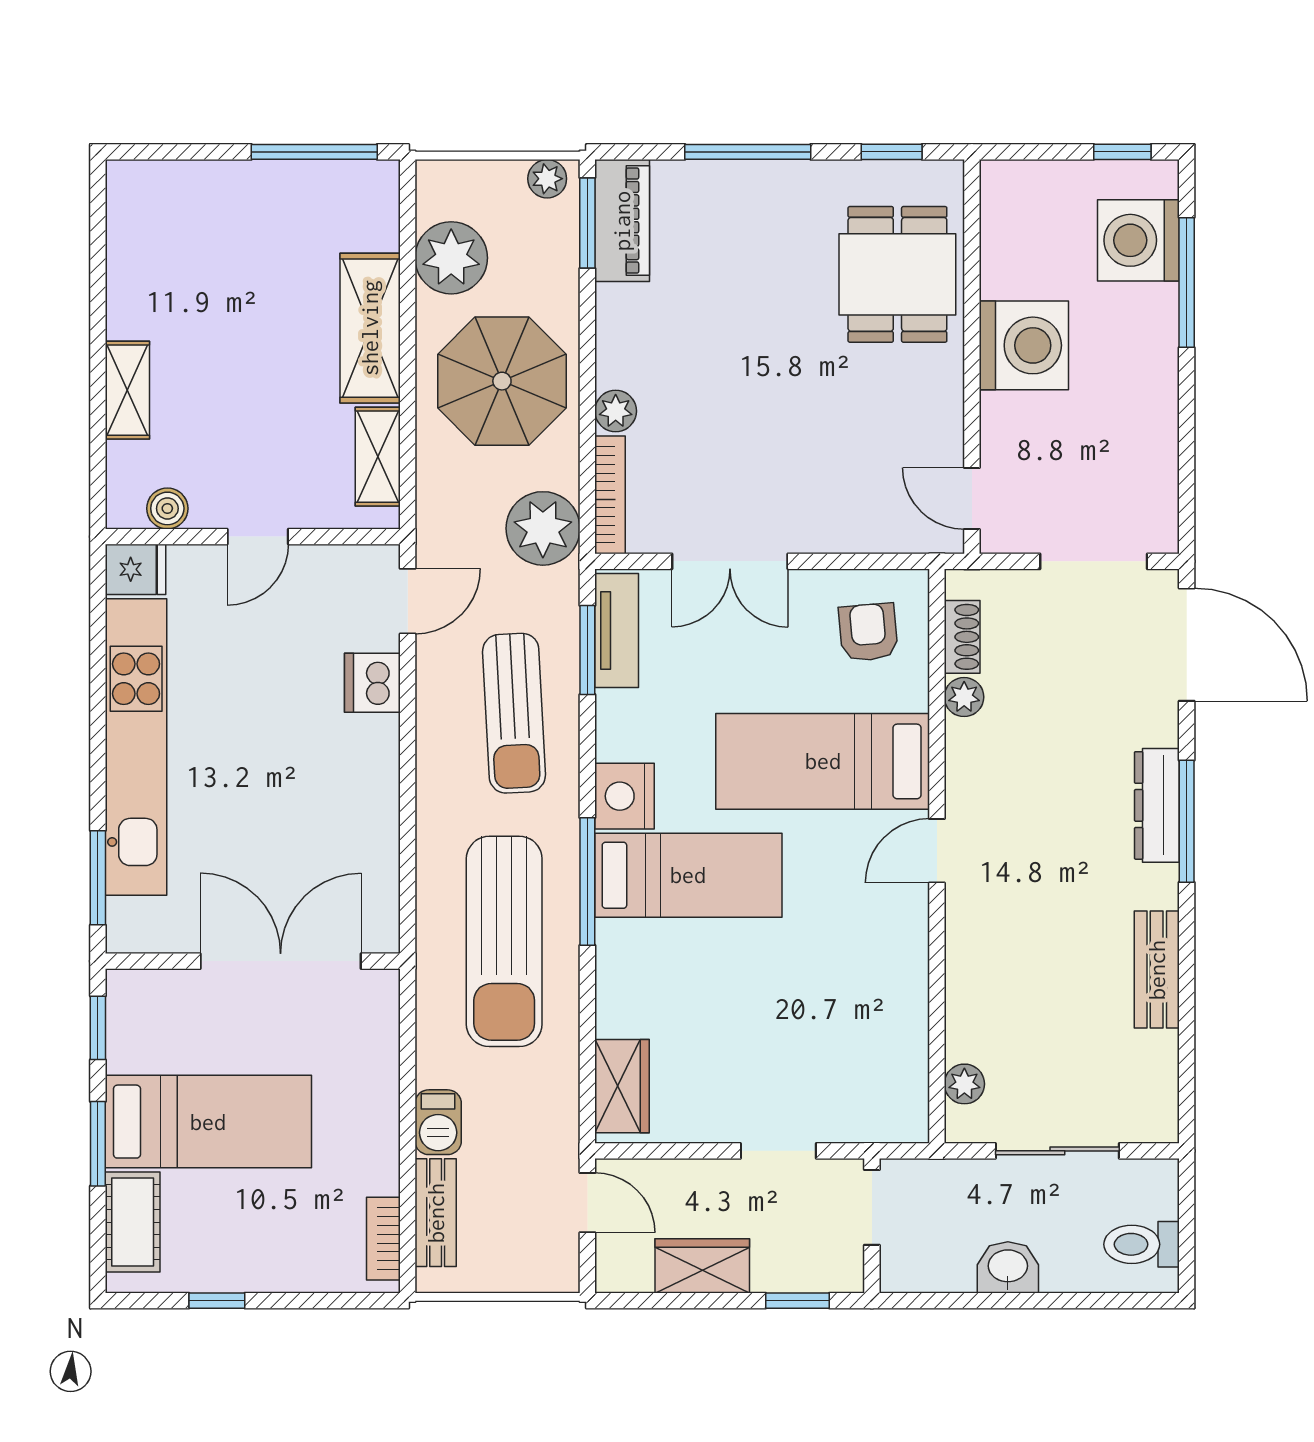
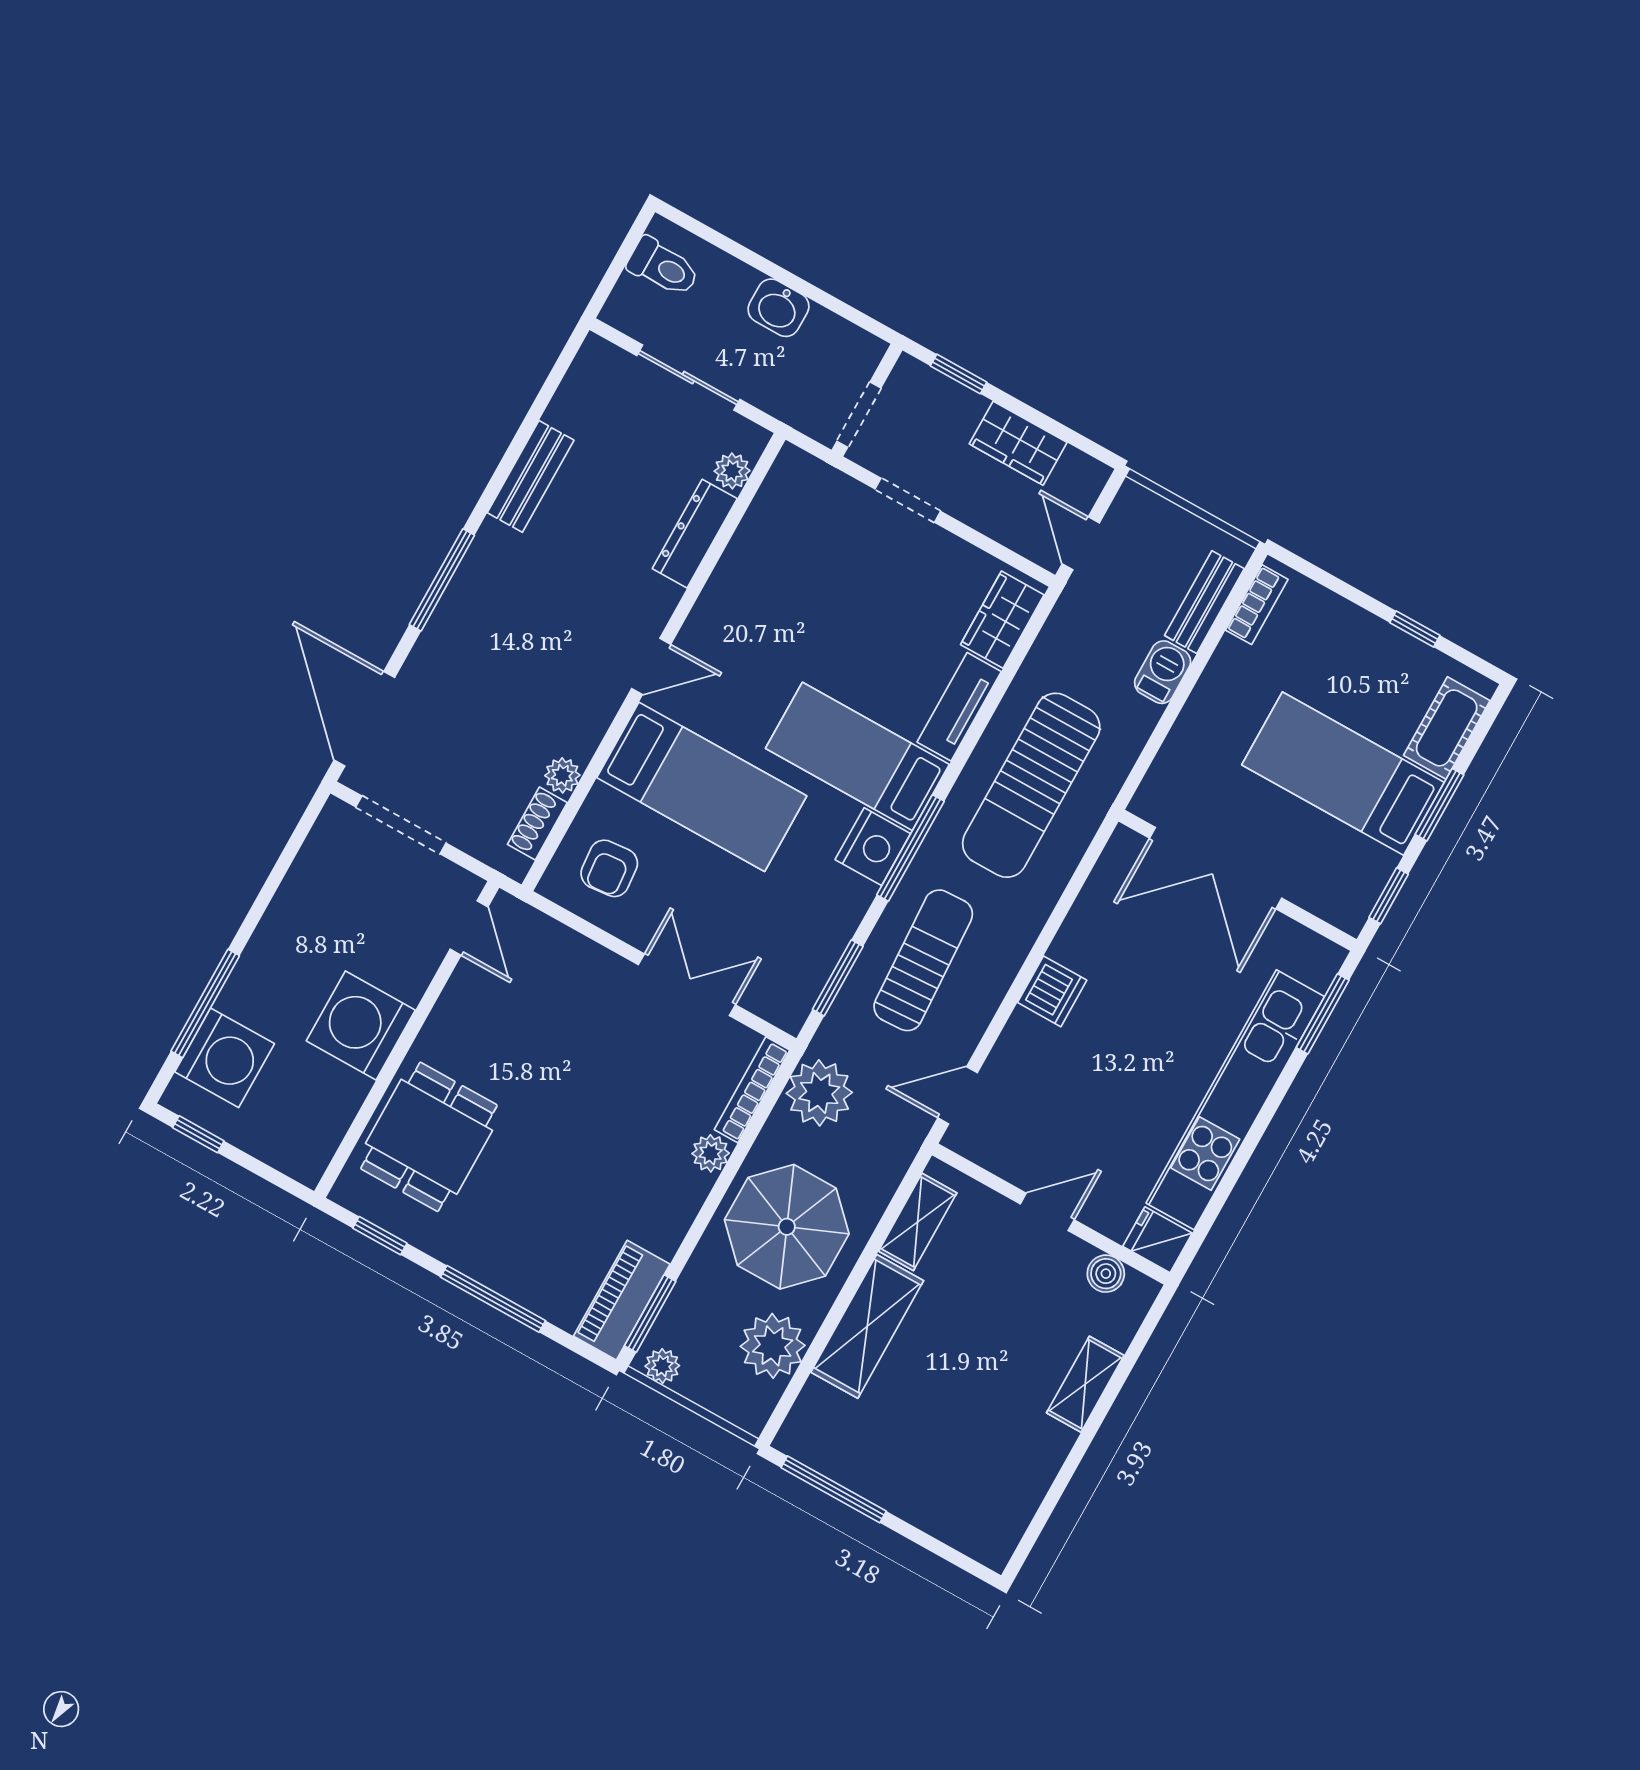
tv unit: (617, 630) -> (959, 707), moved
dishwasher: (372, 683) -> (1052, 991), moved
dresser: (1157, 805) -> (695, 534), moved, turned 180
window: (587, 882) -> (910, 848), moved
sun lounger: (504, 941) -> (1031, 785), turned 180

